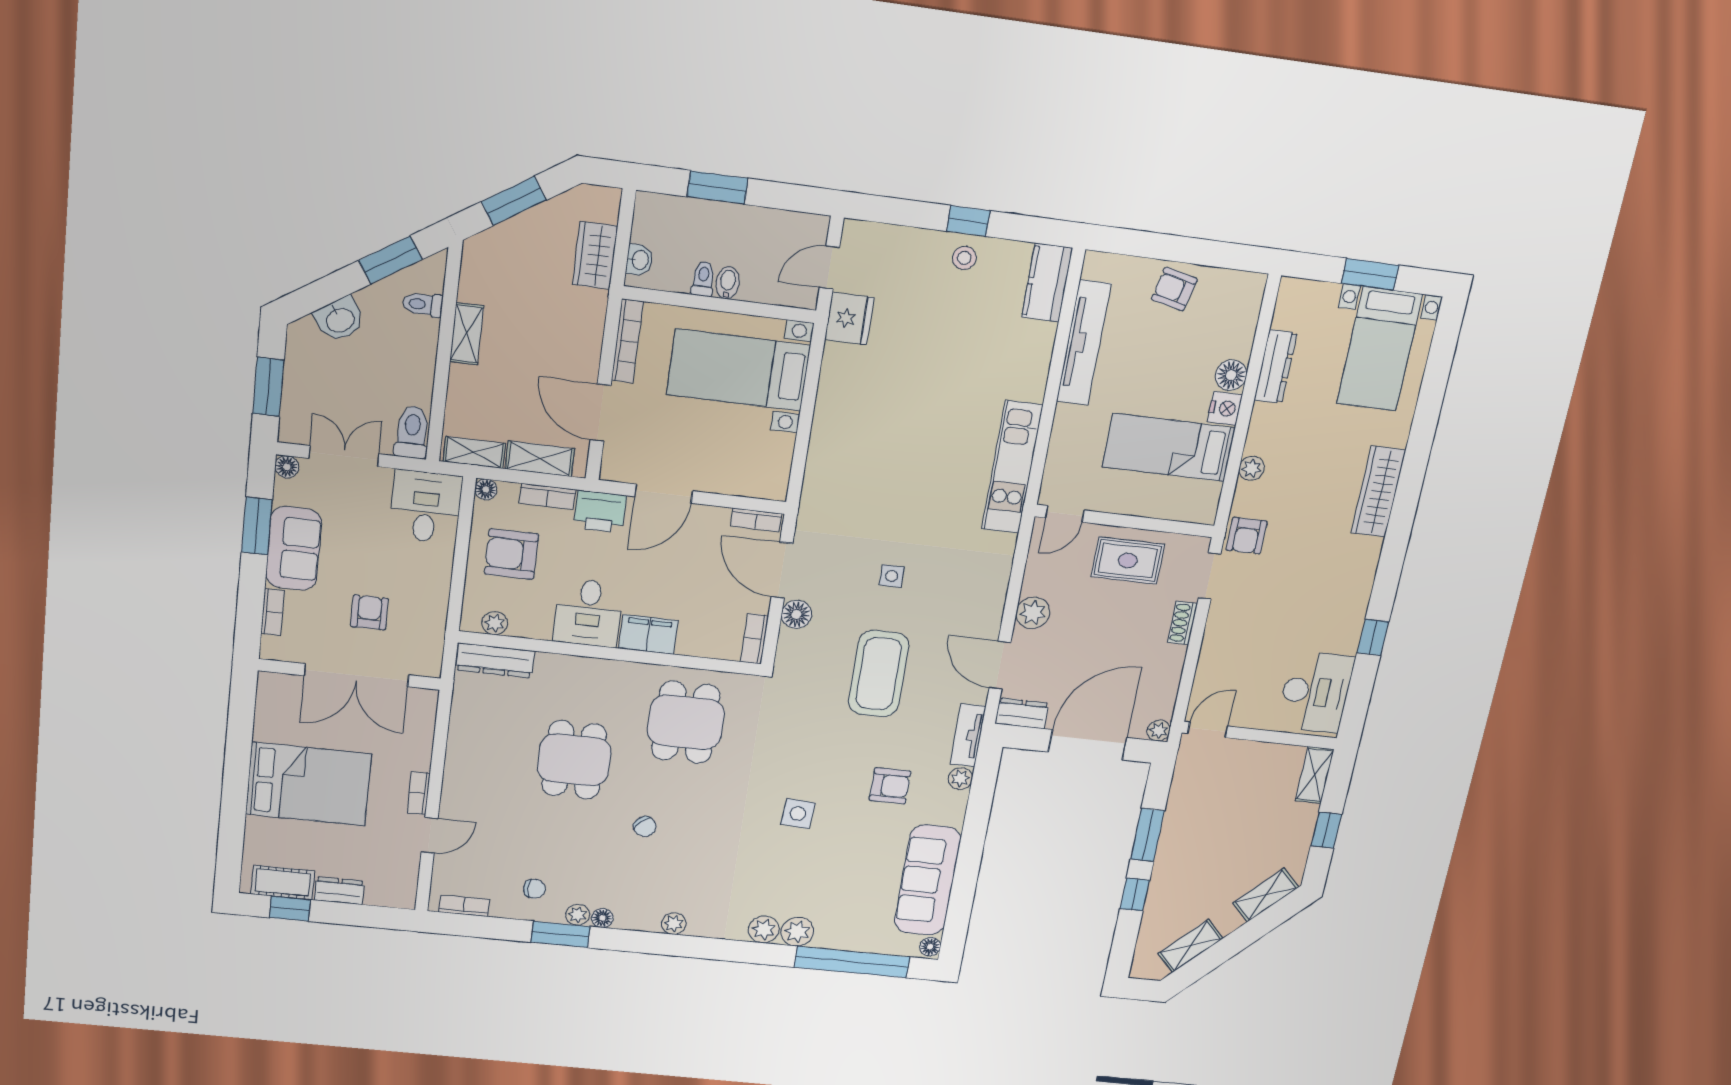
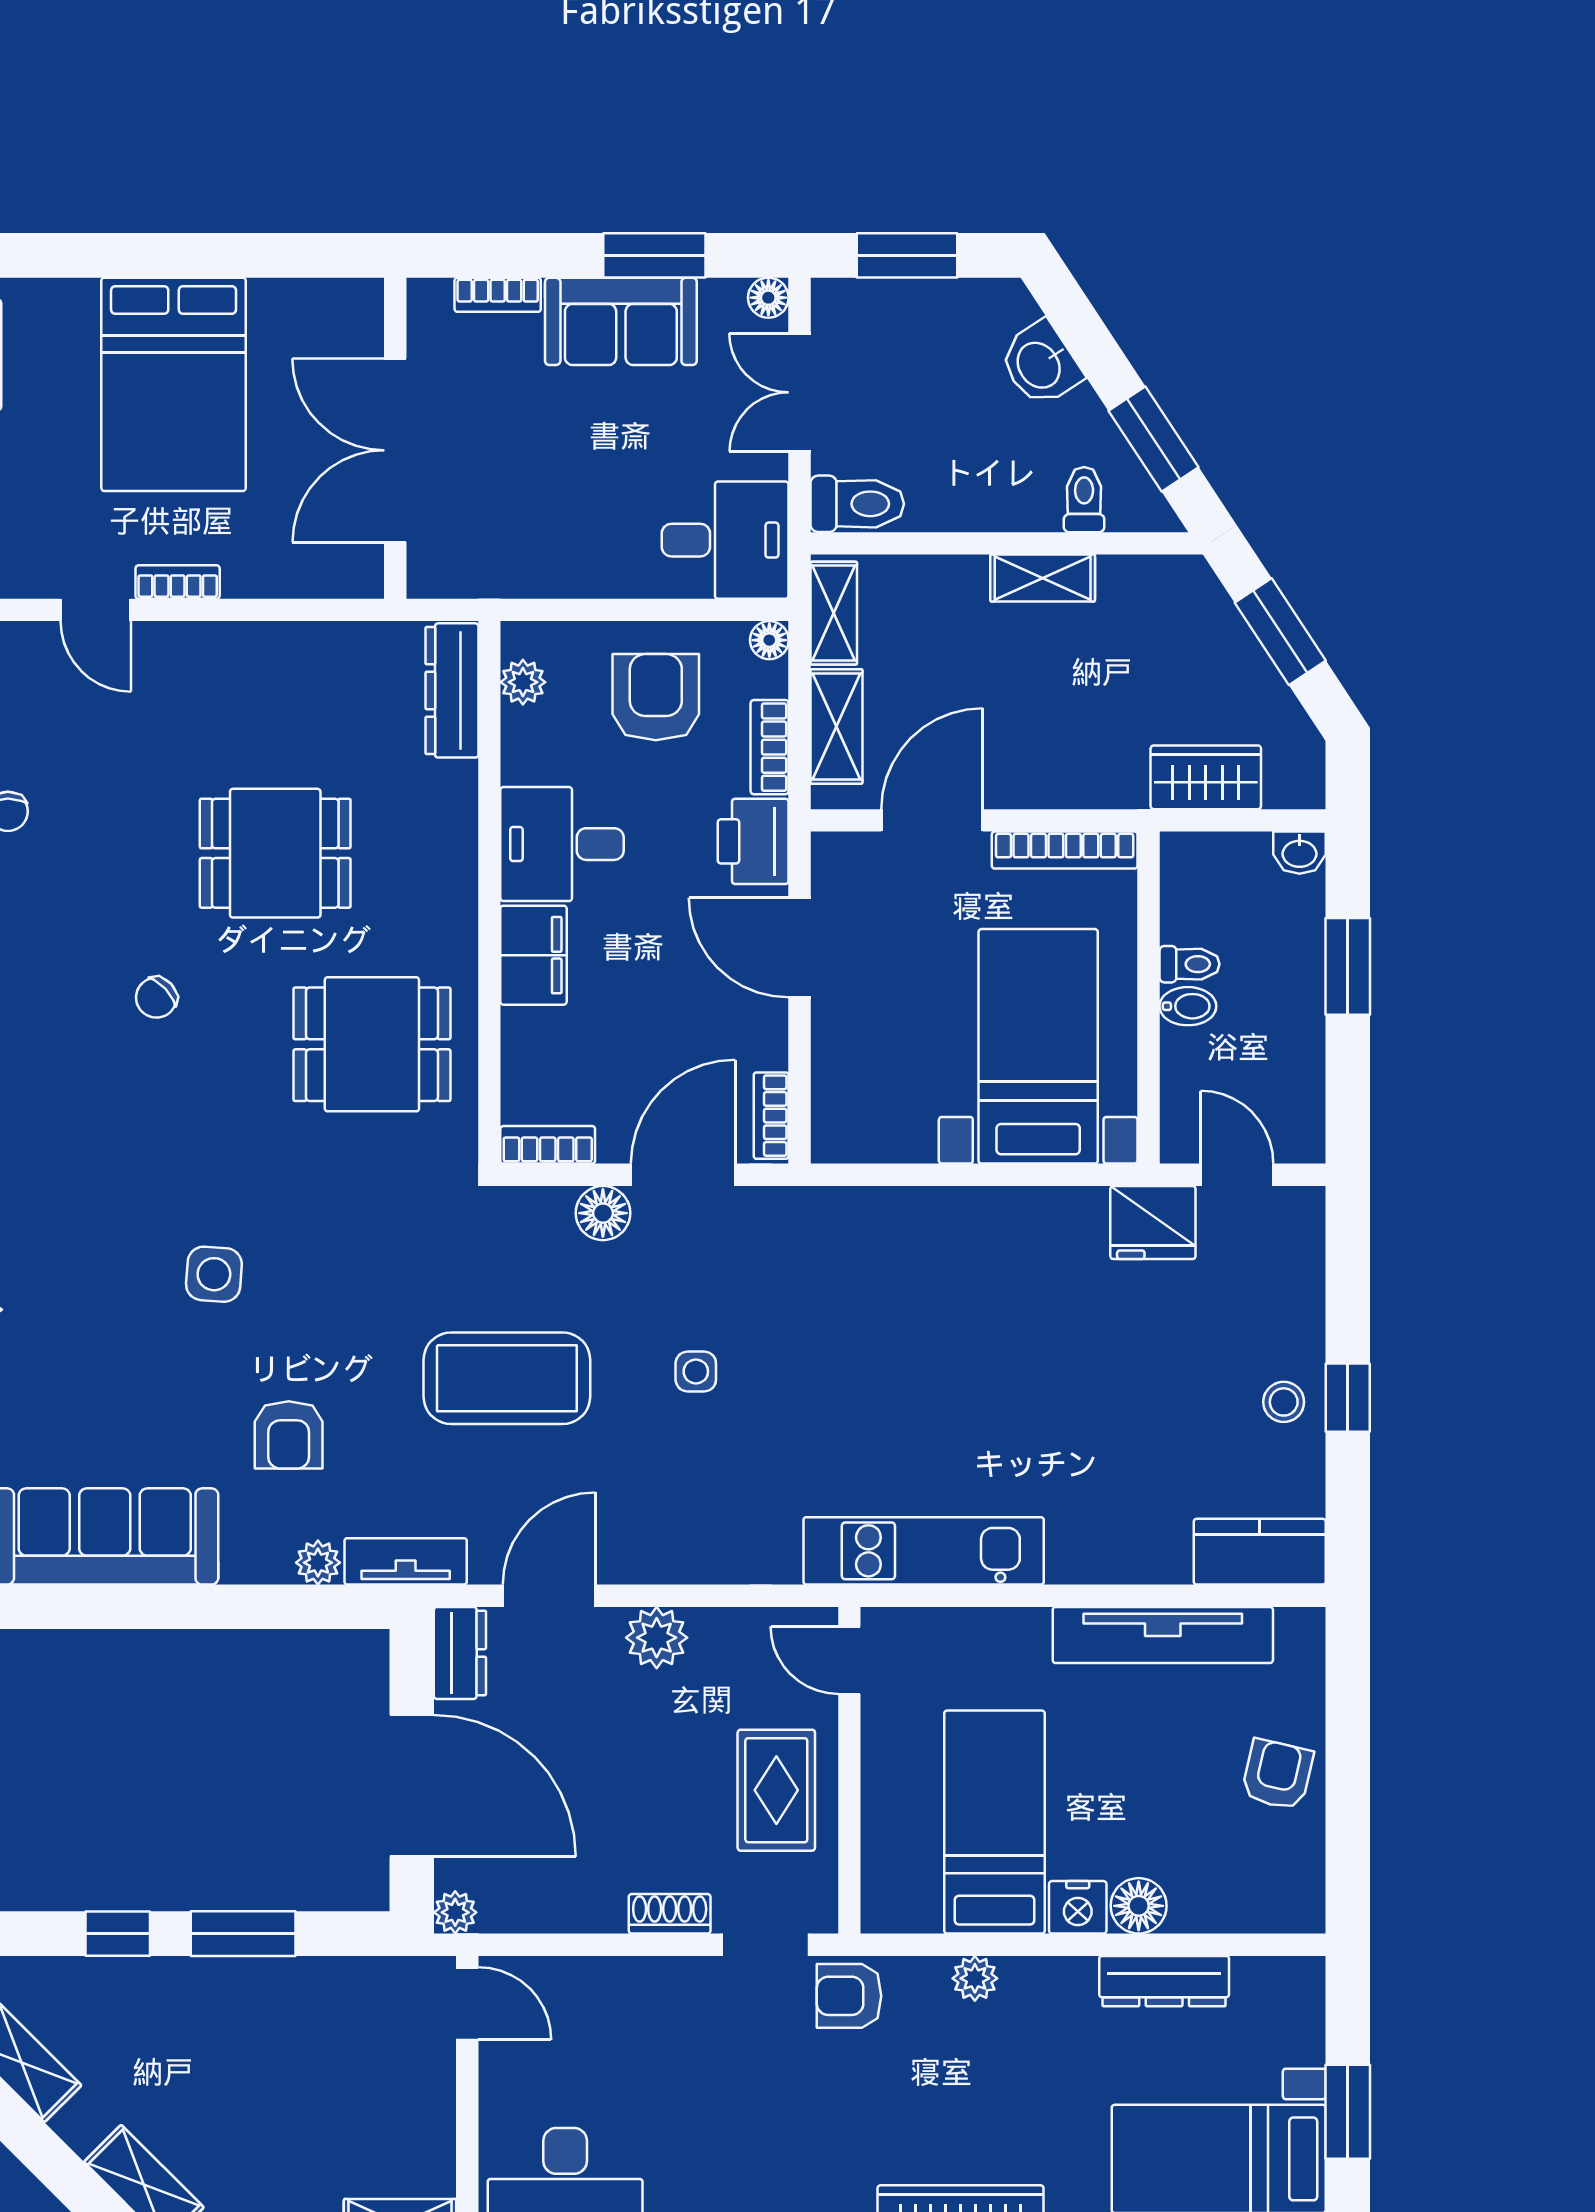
washbasin: (639, 260) -> (1300, 853), moved
double door: (344, 456) -> (800, 392), swing flipped
armchair: (369, 612) -> (517, 462), removed

